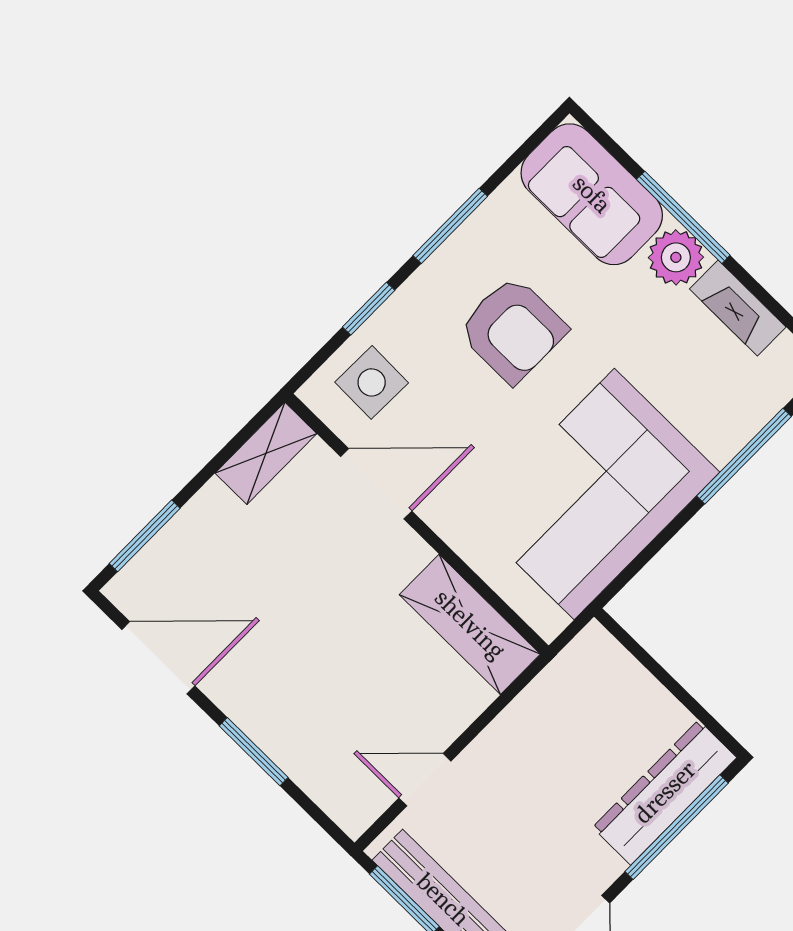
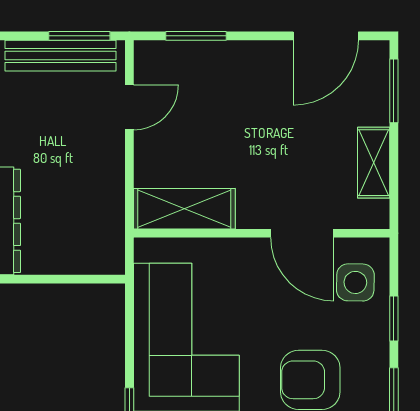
shelving: (266, 453) -> (374, 163), moved
door: (376, 484) -> (302, 233), hinge flipped
window: (254, 752) -> (196, 36), moved

